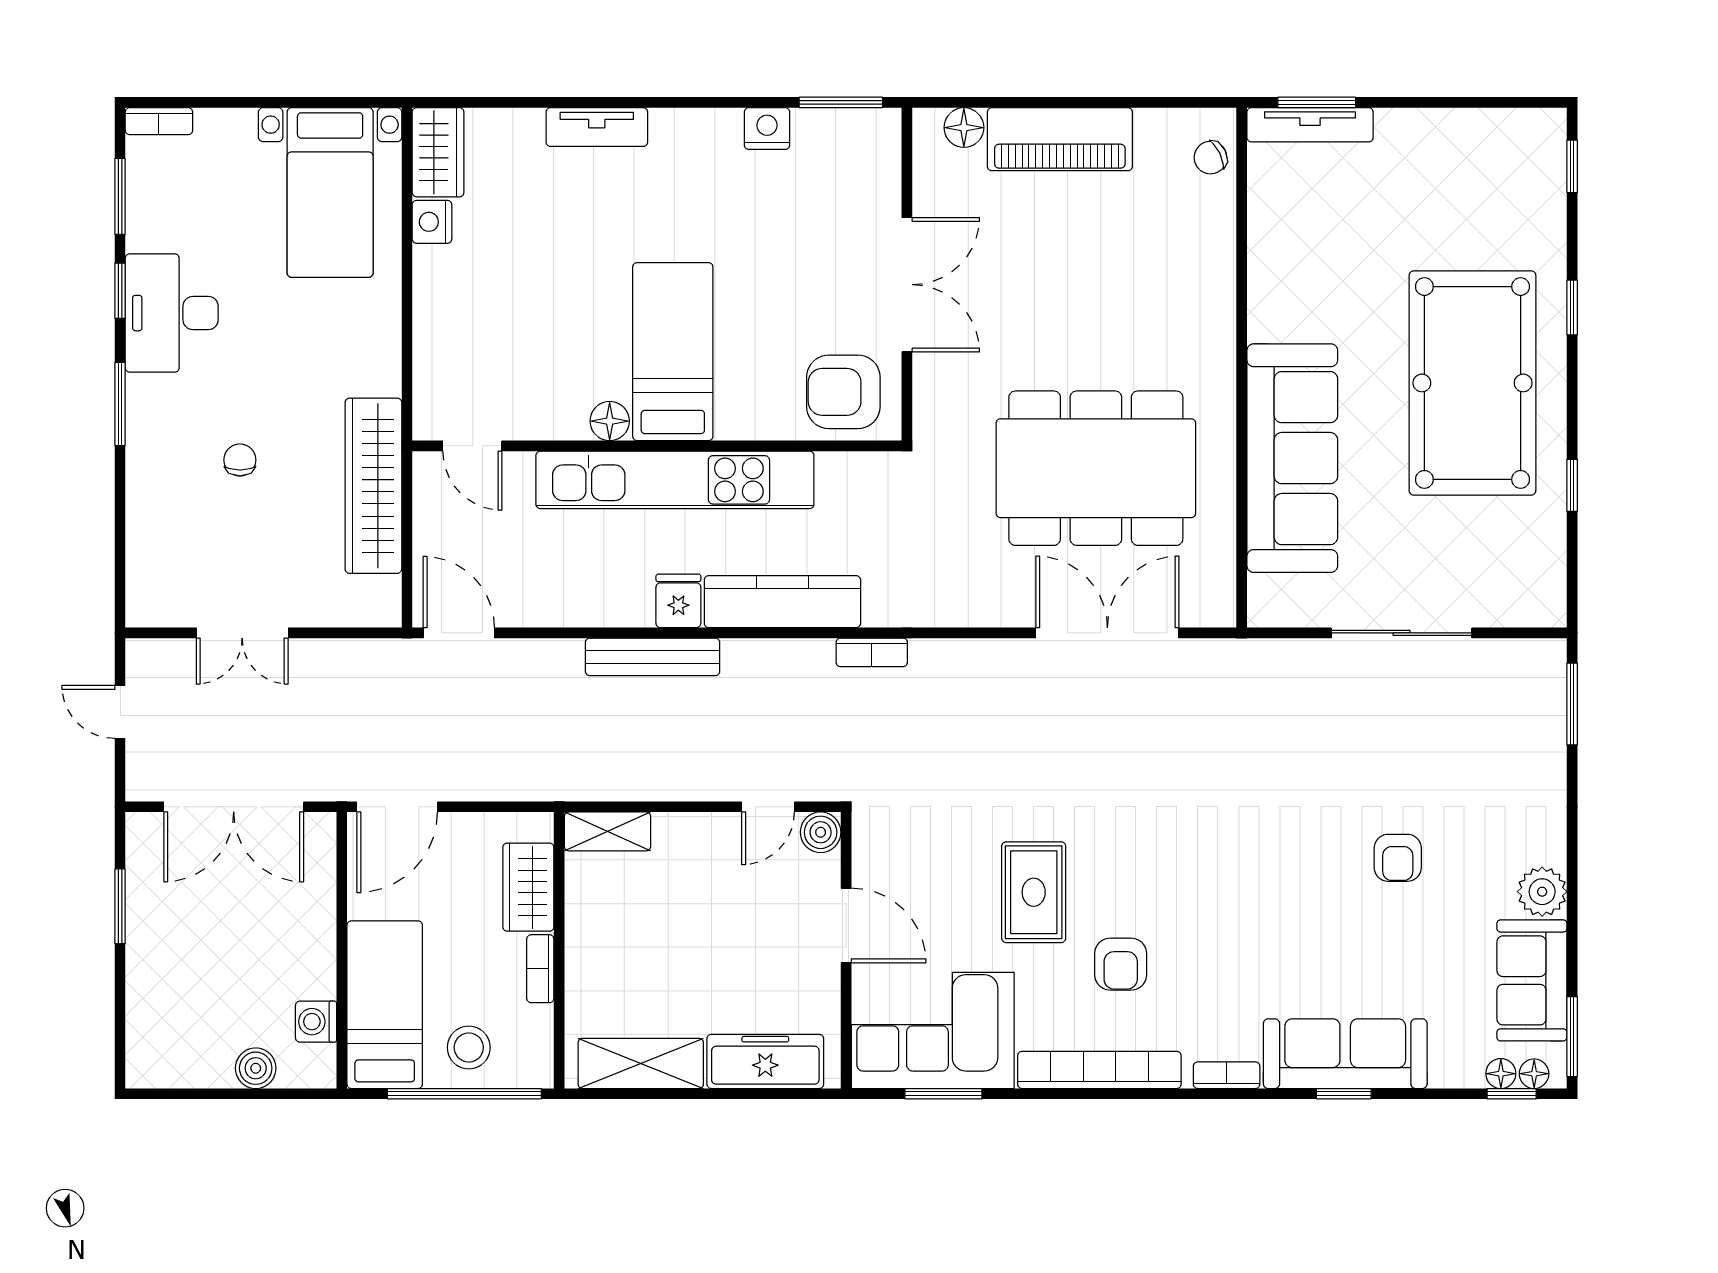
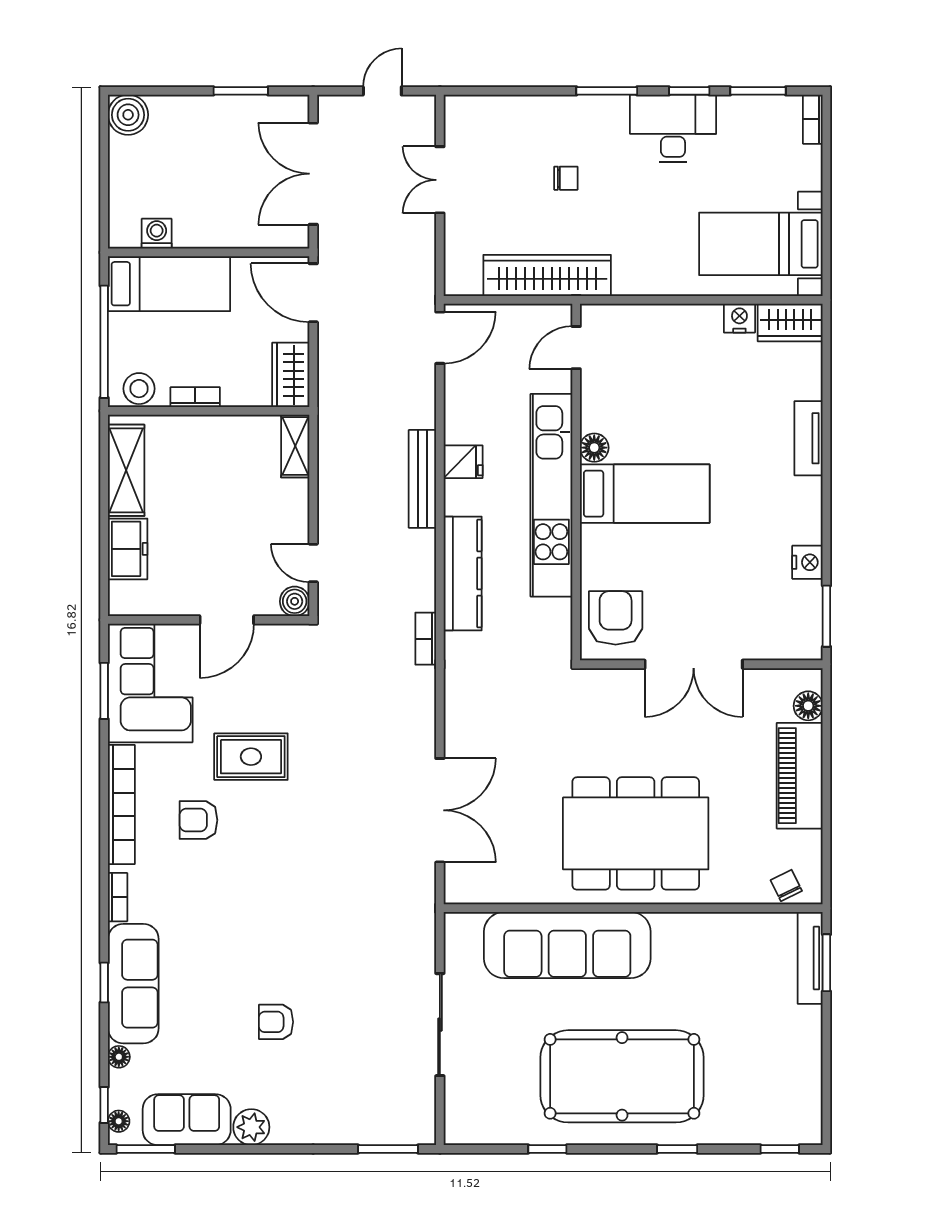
dining table: (1096, 468) -> (636, 833), moved, turned 90
fridge: (678, 601) -> (463, 462), moved
wardrobe: (528, 887) -> (291, 375), moved, turned -90
stool: (469, 1047) -> (139, 389), moved
freezer: (765, 1061) -> (128, 549), width x0.71
boiler: (256, 1068) -> (128, 115), moved, width x1.36, depth x1.36
floor lamp: (1501, 1074) -> (119, 1057), moved

